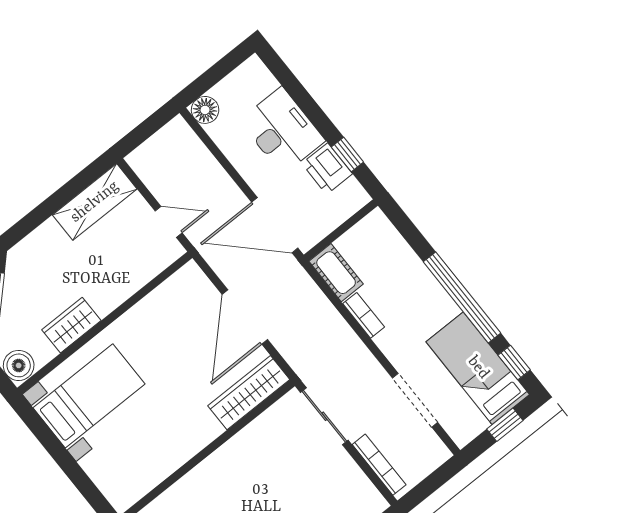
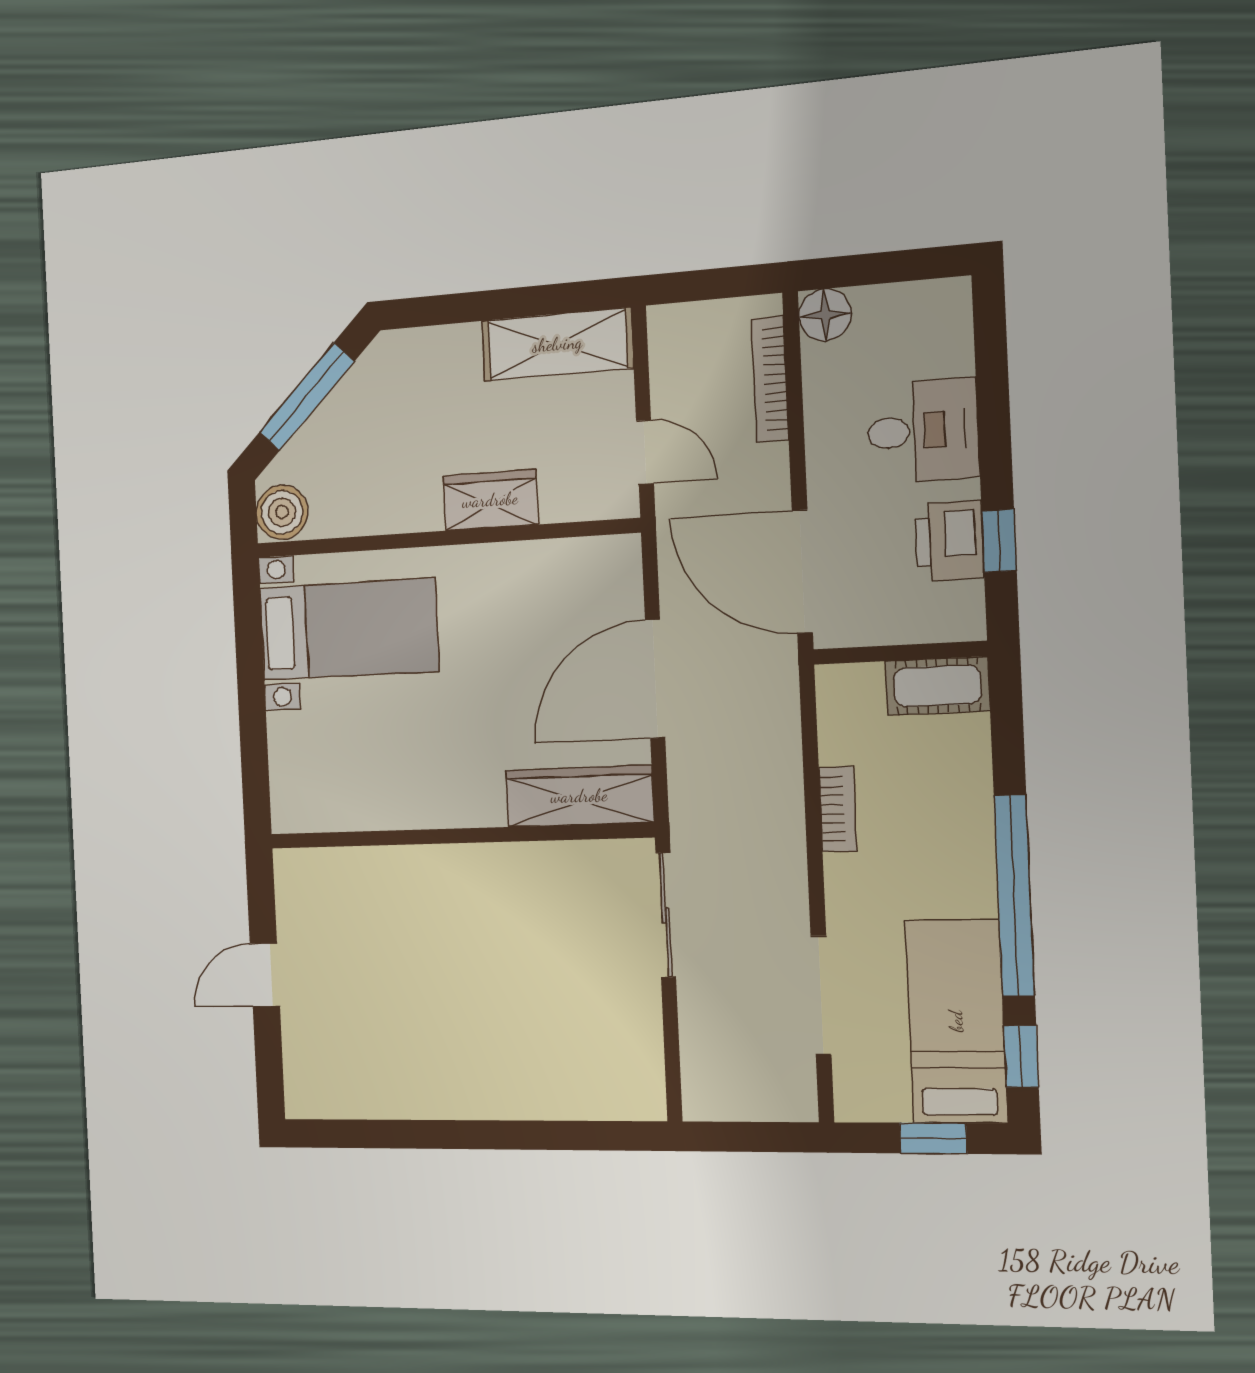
desk: (282, 131) -> (923, 431), width x0.73
cot: (336, 273) -> (937, 686), moved, turned 90
wardrobe: (71, 325) -> (490, 500), moved
bookcase: (379, 465) -> (770, 379), moved, turned 180

